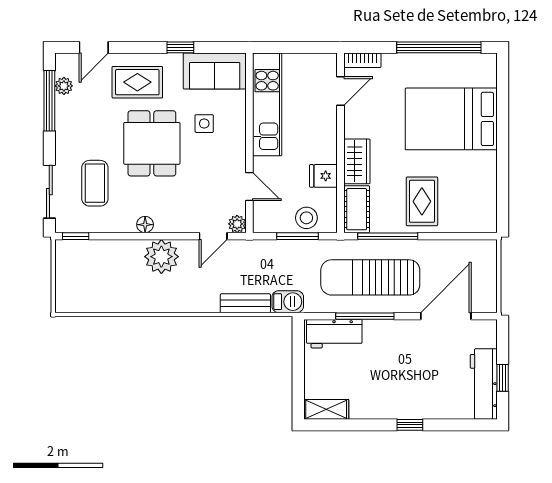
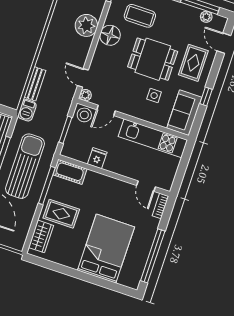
wardrobe: (357, 161) -> (41, 236), moved, turned -90
stool: (306, 218) -> (84, 115), moved
floor lamp: (145, 225) -> (110, 35), width x1.89, depth x1.89
plant: (161, 257) -> (86, 25), moved

